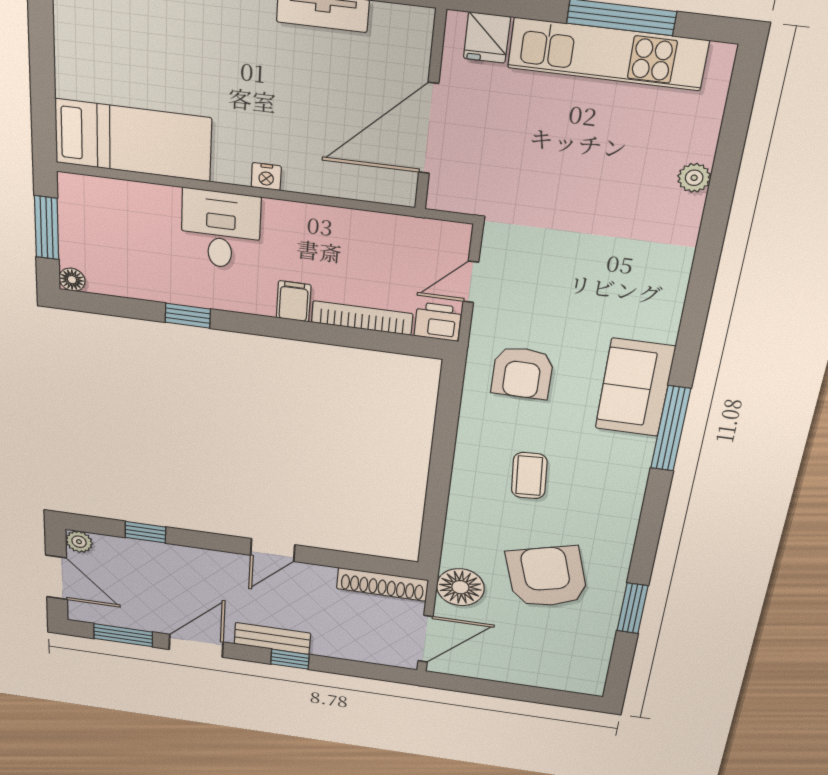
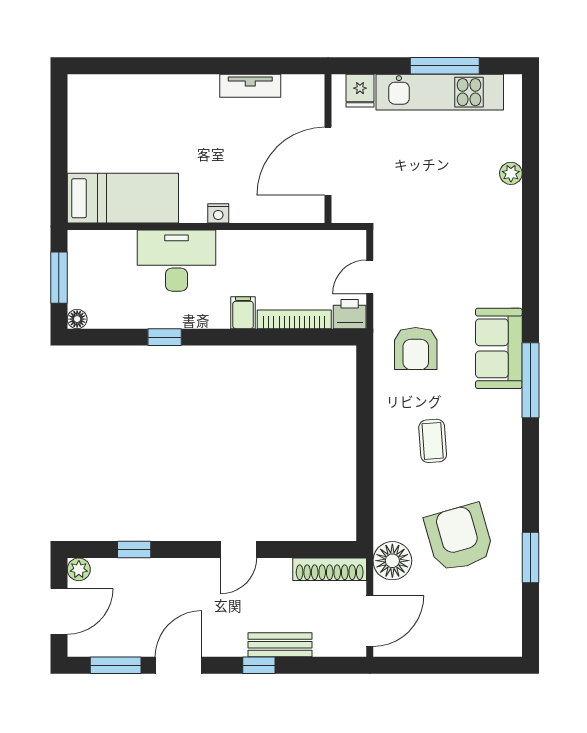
desk: (221, 230) -> (176, 261), width x1.37
door: (56, 577) -> (59, 611), hinge flipped
bench: (272, 638) -> (280, 645), moved

